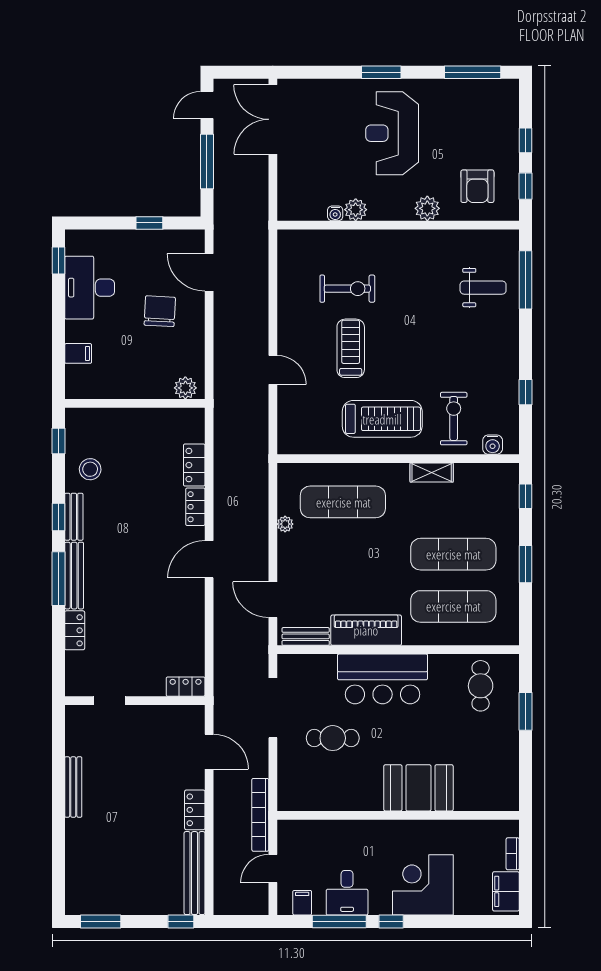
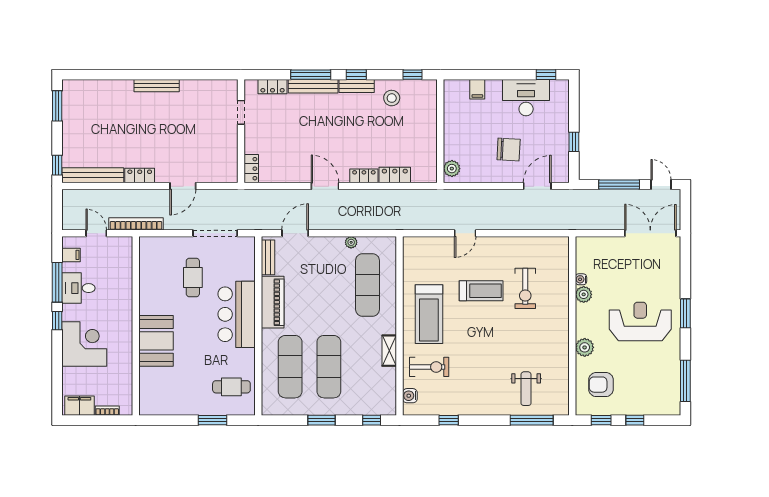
locker: (186, 687) -> (251, 169), moved
doorway: (109, 701) -> (241, 112), moved
wall: (135, 701) -> (241, 131), moved

